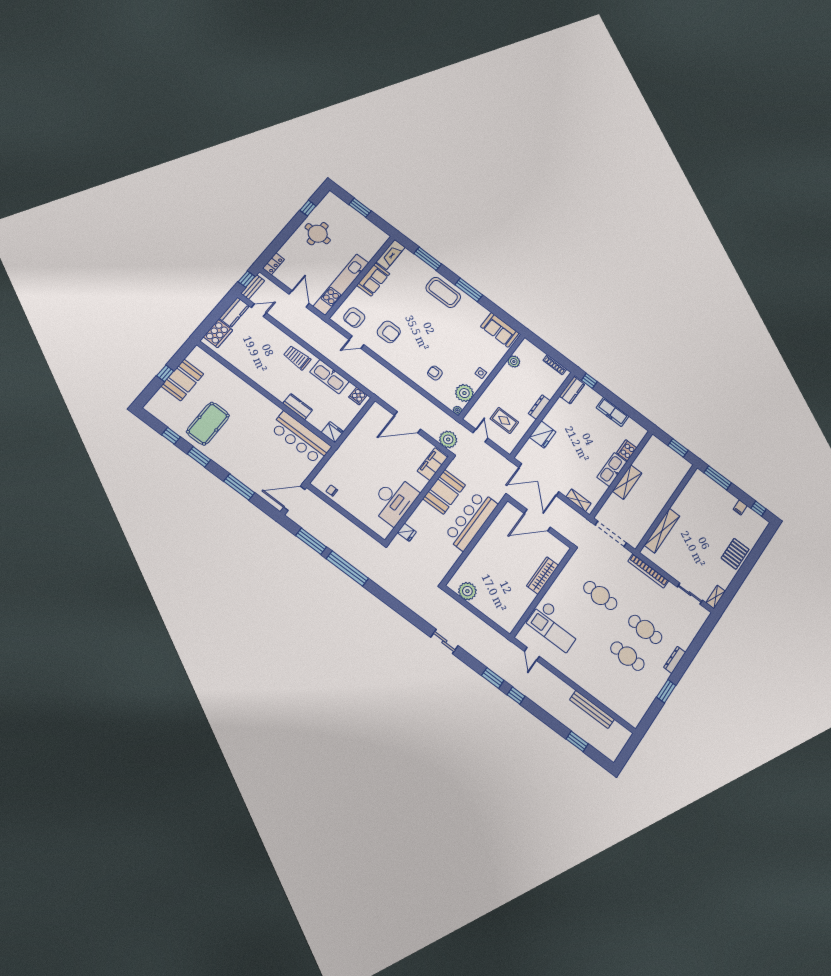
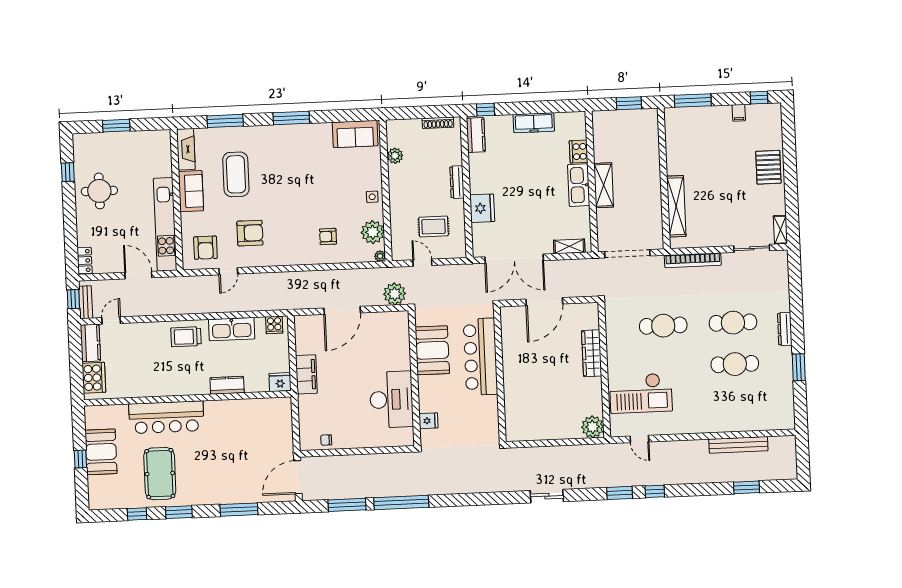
coffee table: (443, 292) -> (236, 174), moved, turned 90
bar counter: (301, 438) -> (166, 417), moved
filing cabinet: (433, 464) -> (306, 374), moved, turned 180
plant: (467, 591) -> (593, 427), moved

